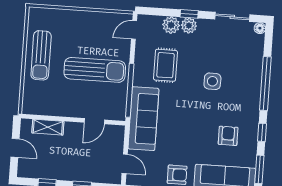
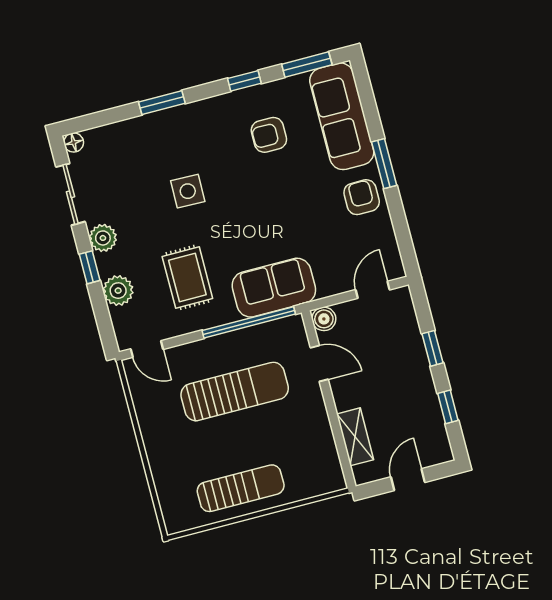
plant: (189, 26) -> (103, 238), moved
rug: (165, 65) -> (187, 277), turned 90
sun lounger: (95, 70) -> (235, 392), turned 90
window: (265, 84) -> (162, 103), width x0.47
sofa: (143, 119) -> (274, 288), width x0.73
boiler: (118, 132) -> (324, 319), added

